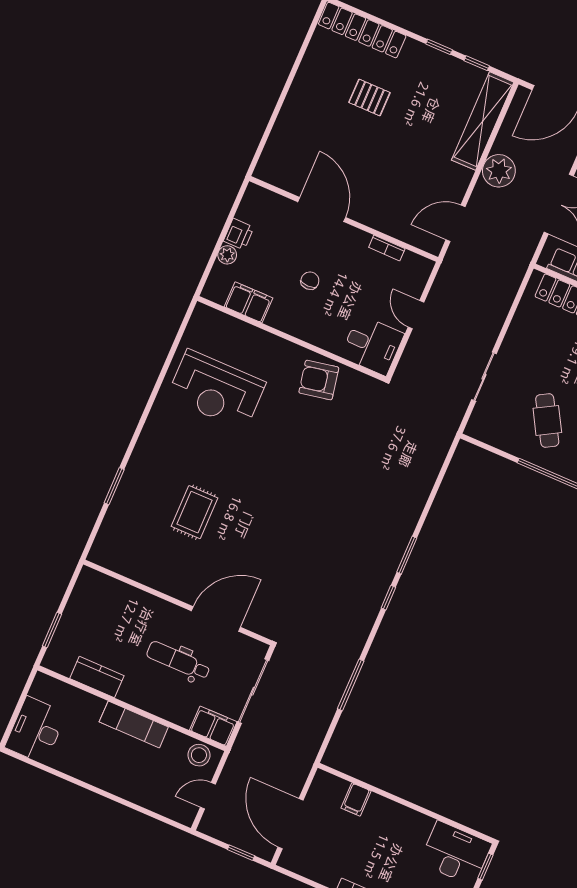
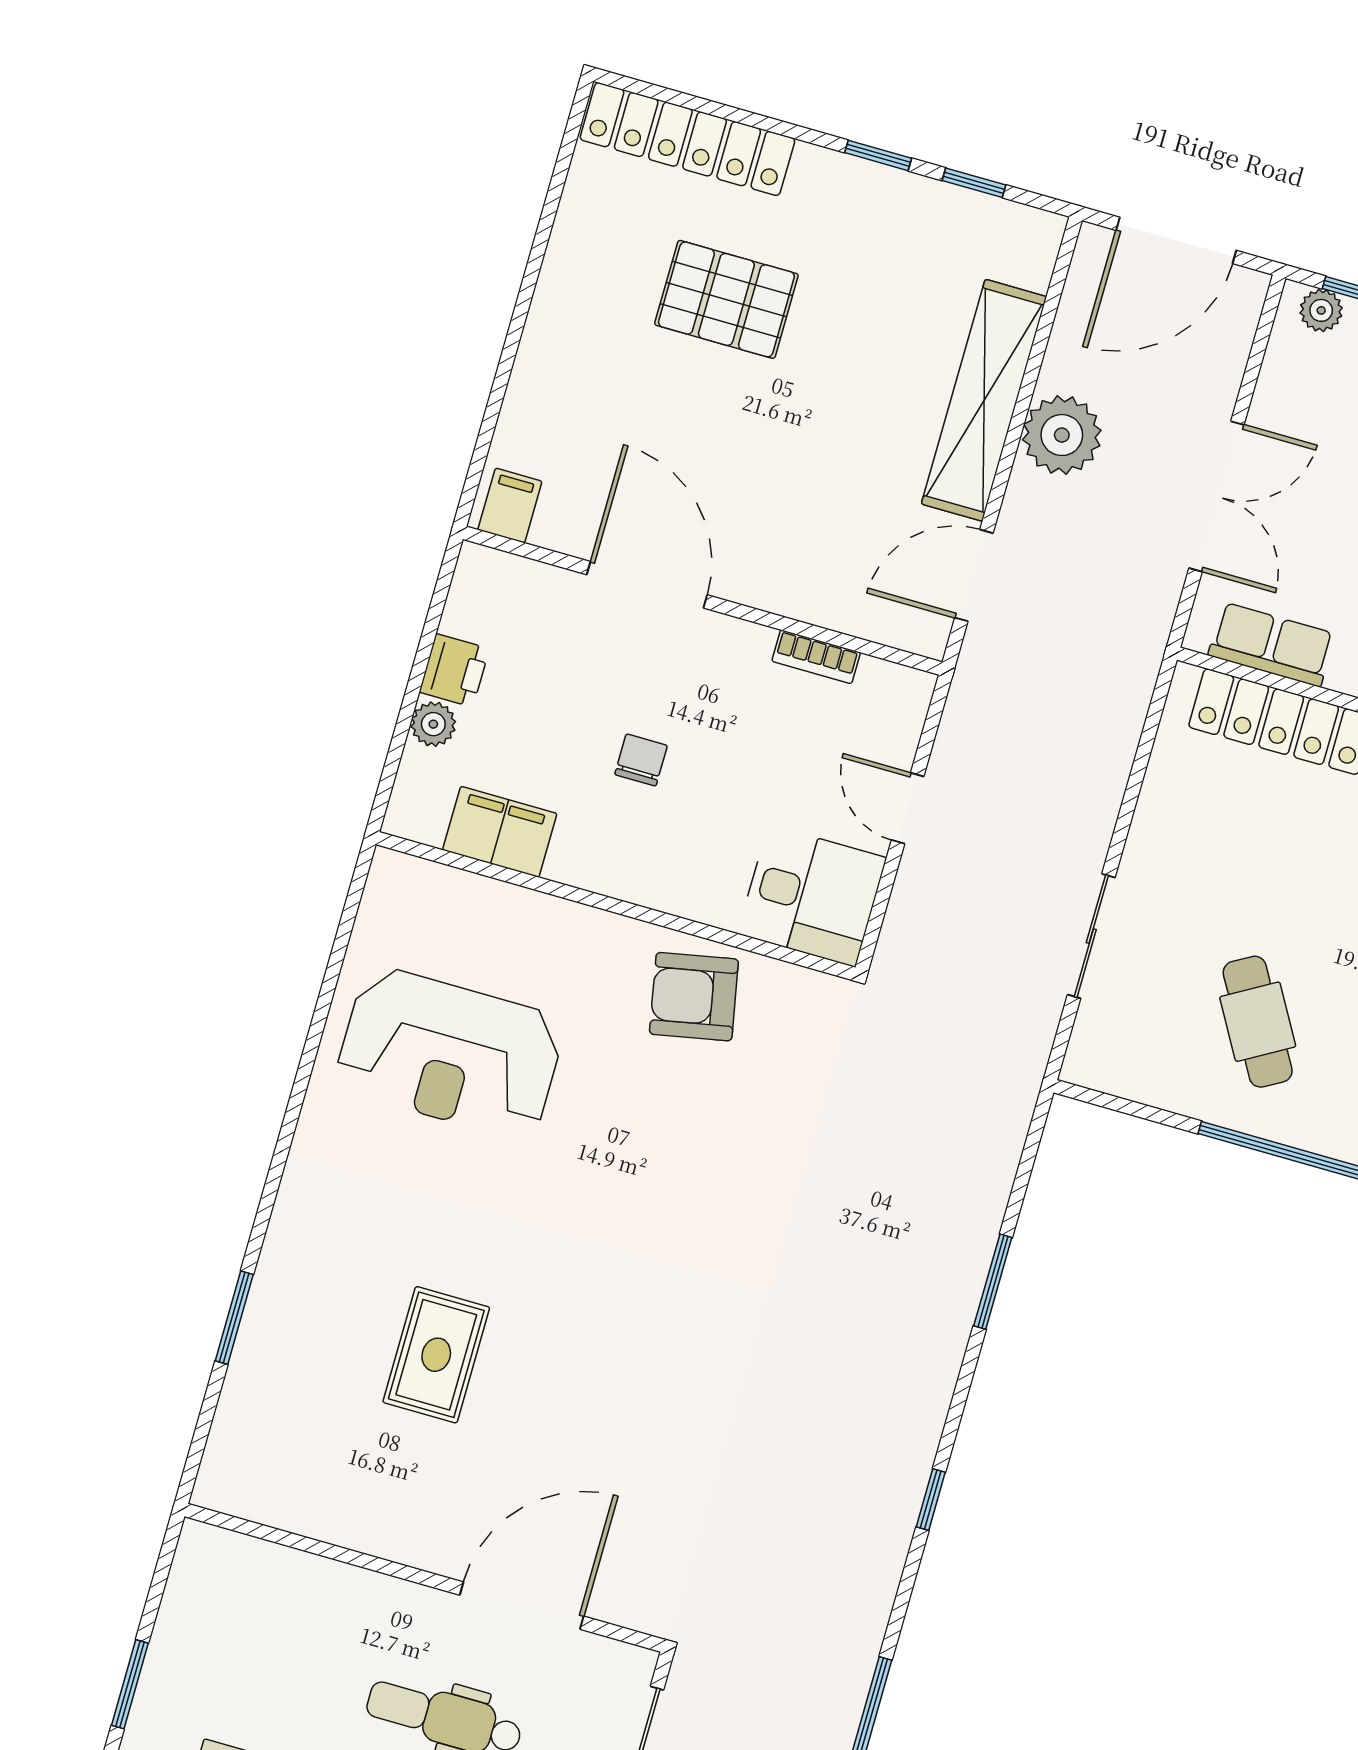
pallet: (369, 98) -> (726, 299), width x1.50, depth x1.42
shelving: (483, 121) -> (984, 400), moved
filing cabinet: (270, 170) -> (510, 506), added
window: (407, 555) -> (993, 1282), moved

